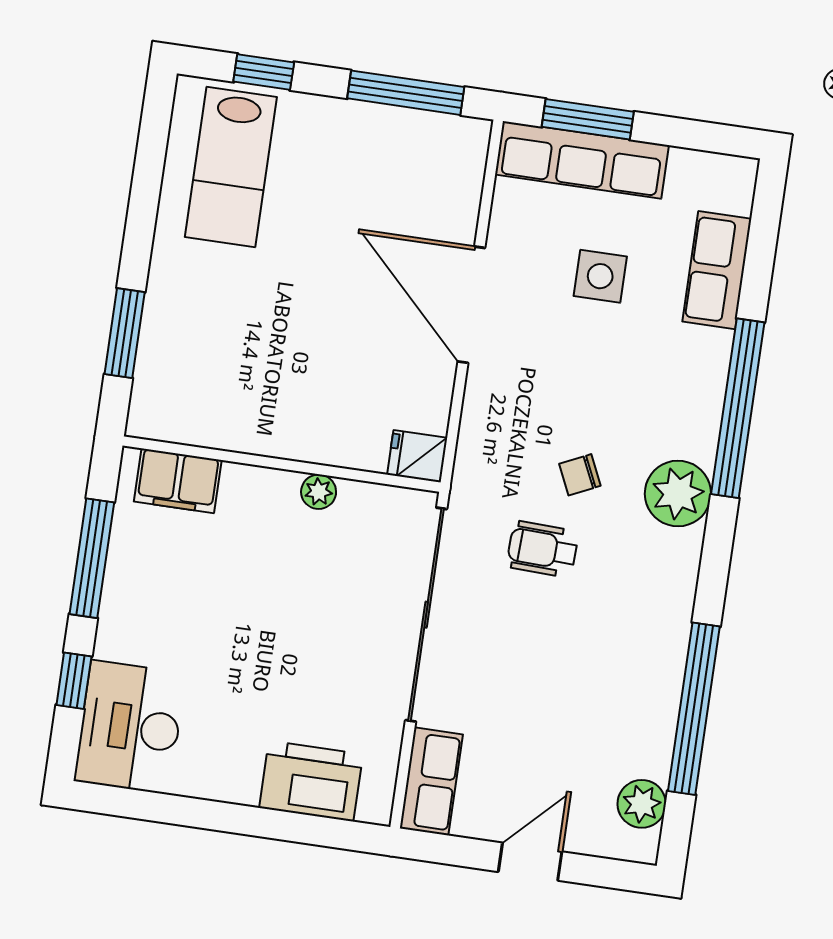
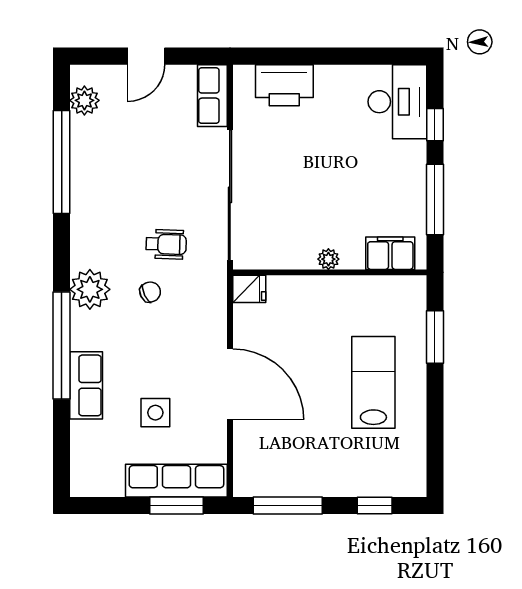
lab bench: (231, 167) -> (373, 382), moved
row of seats: (717, 270) -> (86, 385), moved
plant: (319, 492) -> (328, 259), moved

